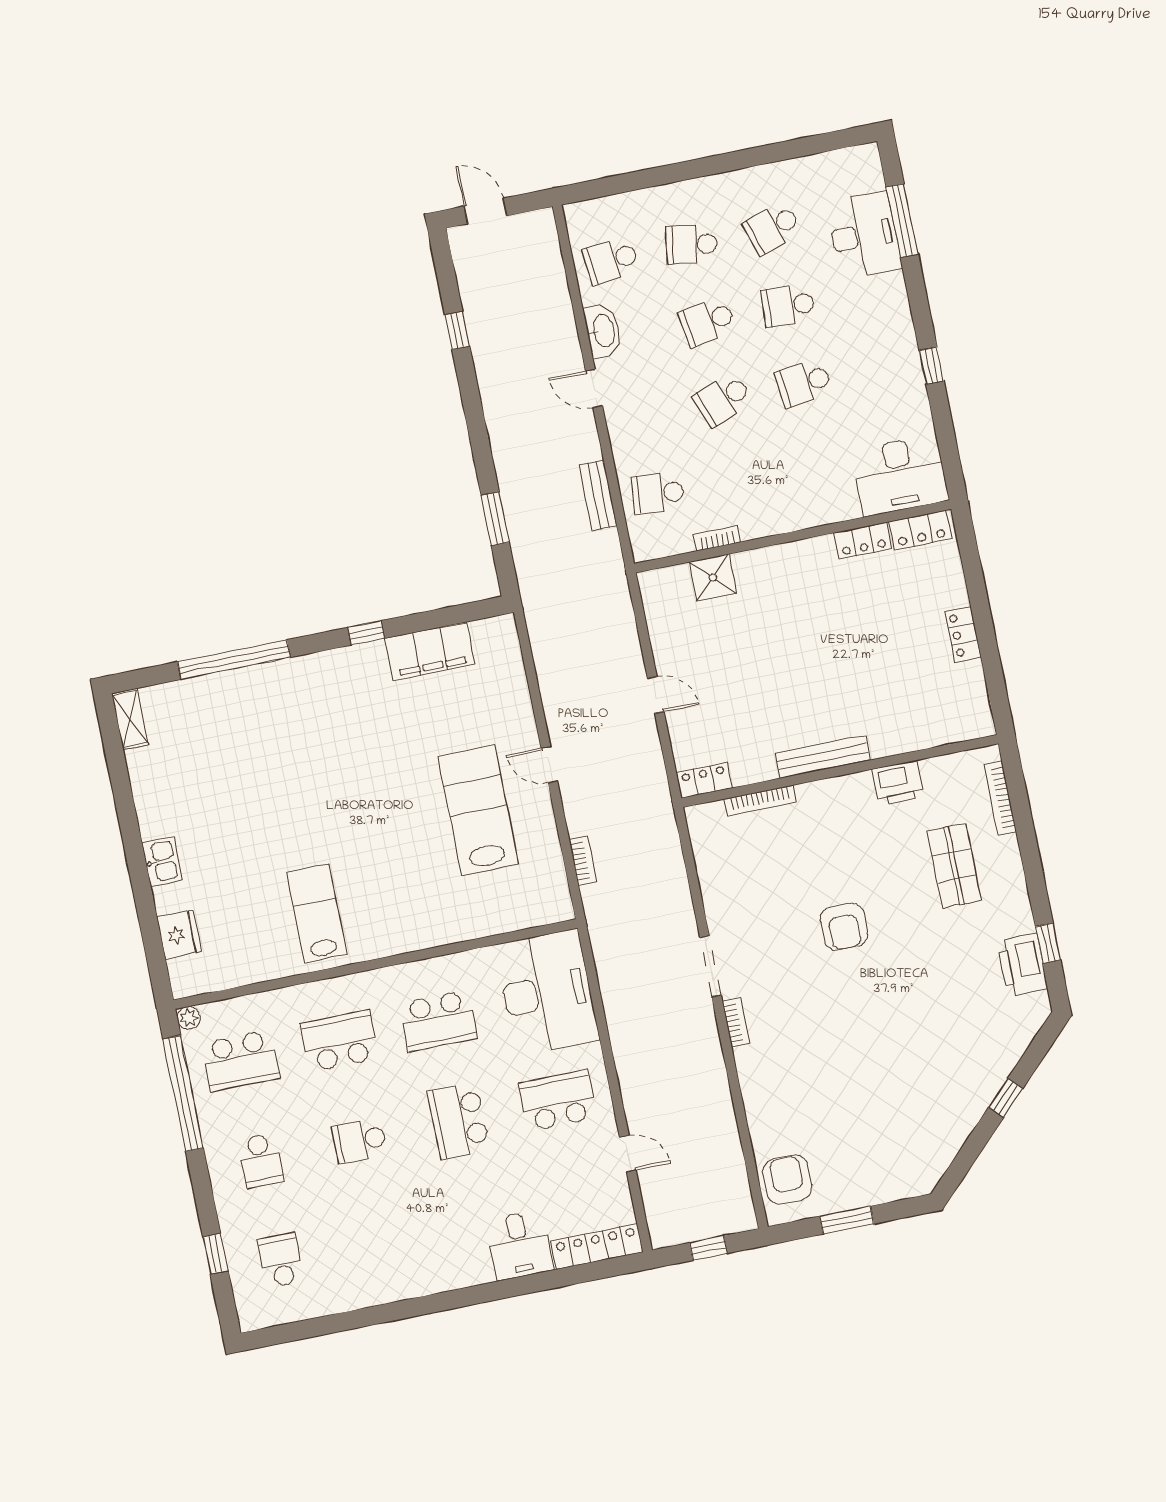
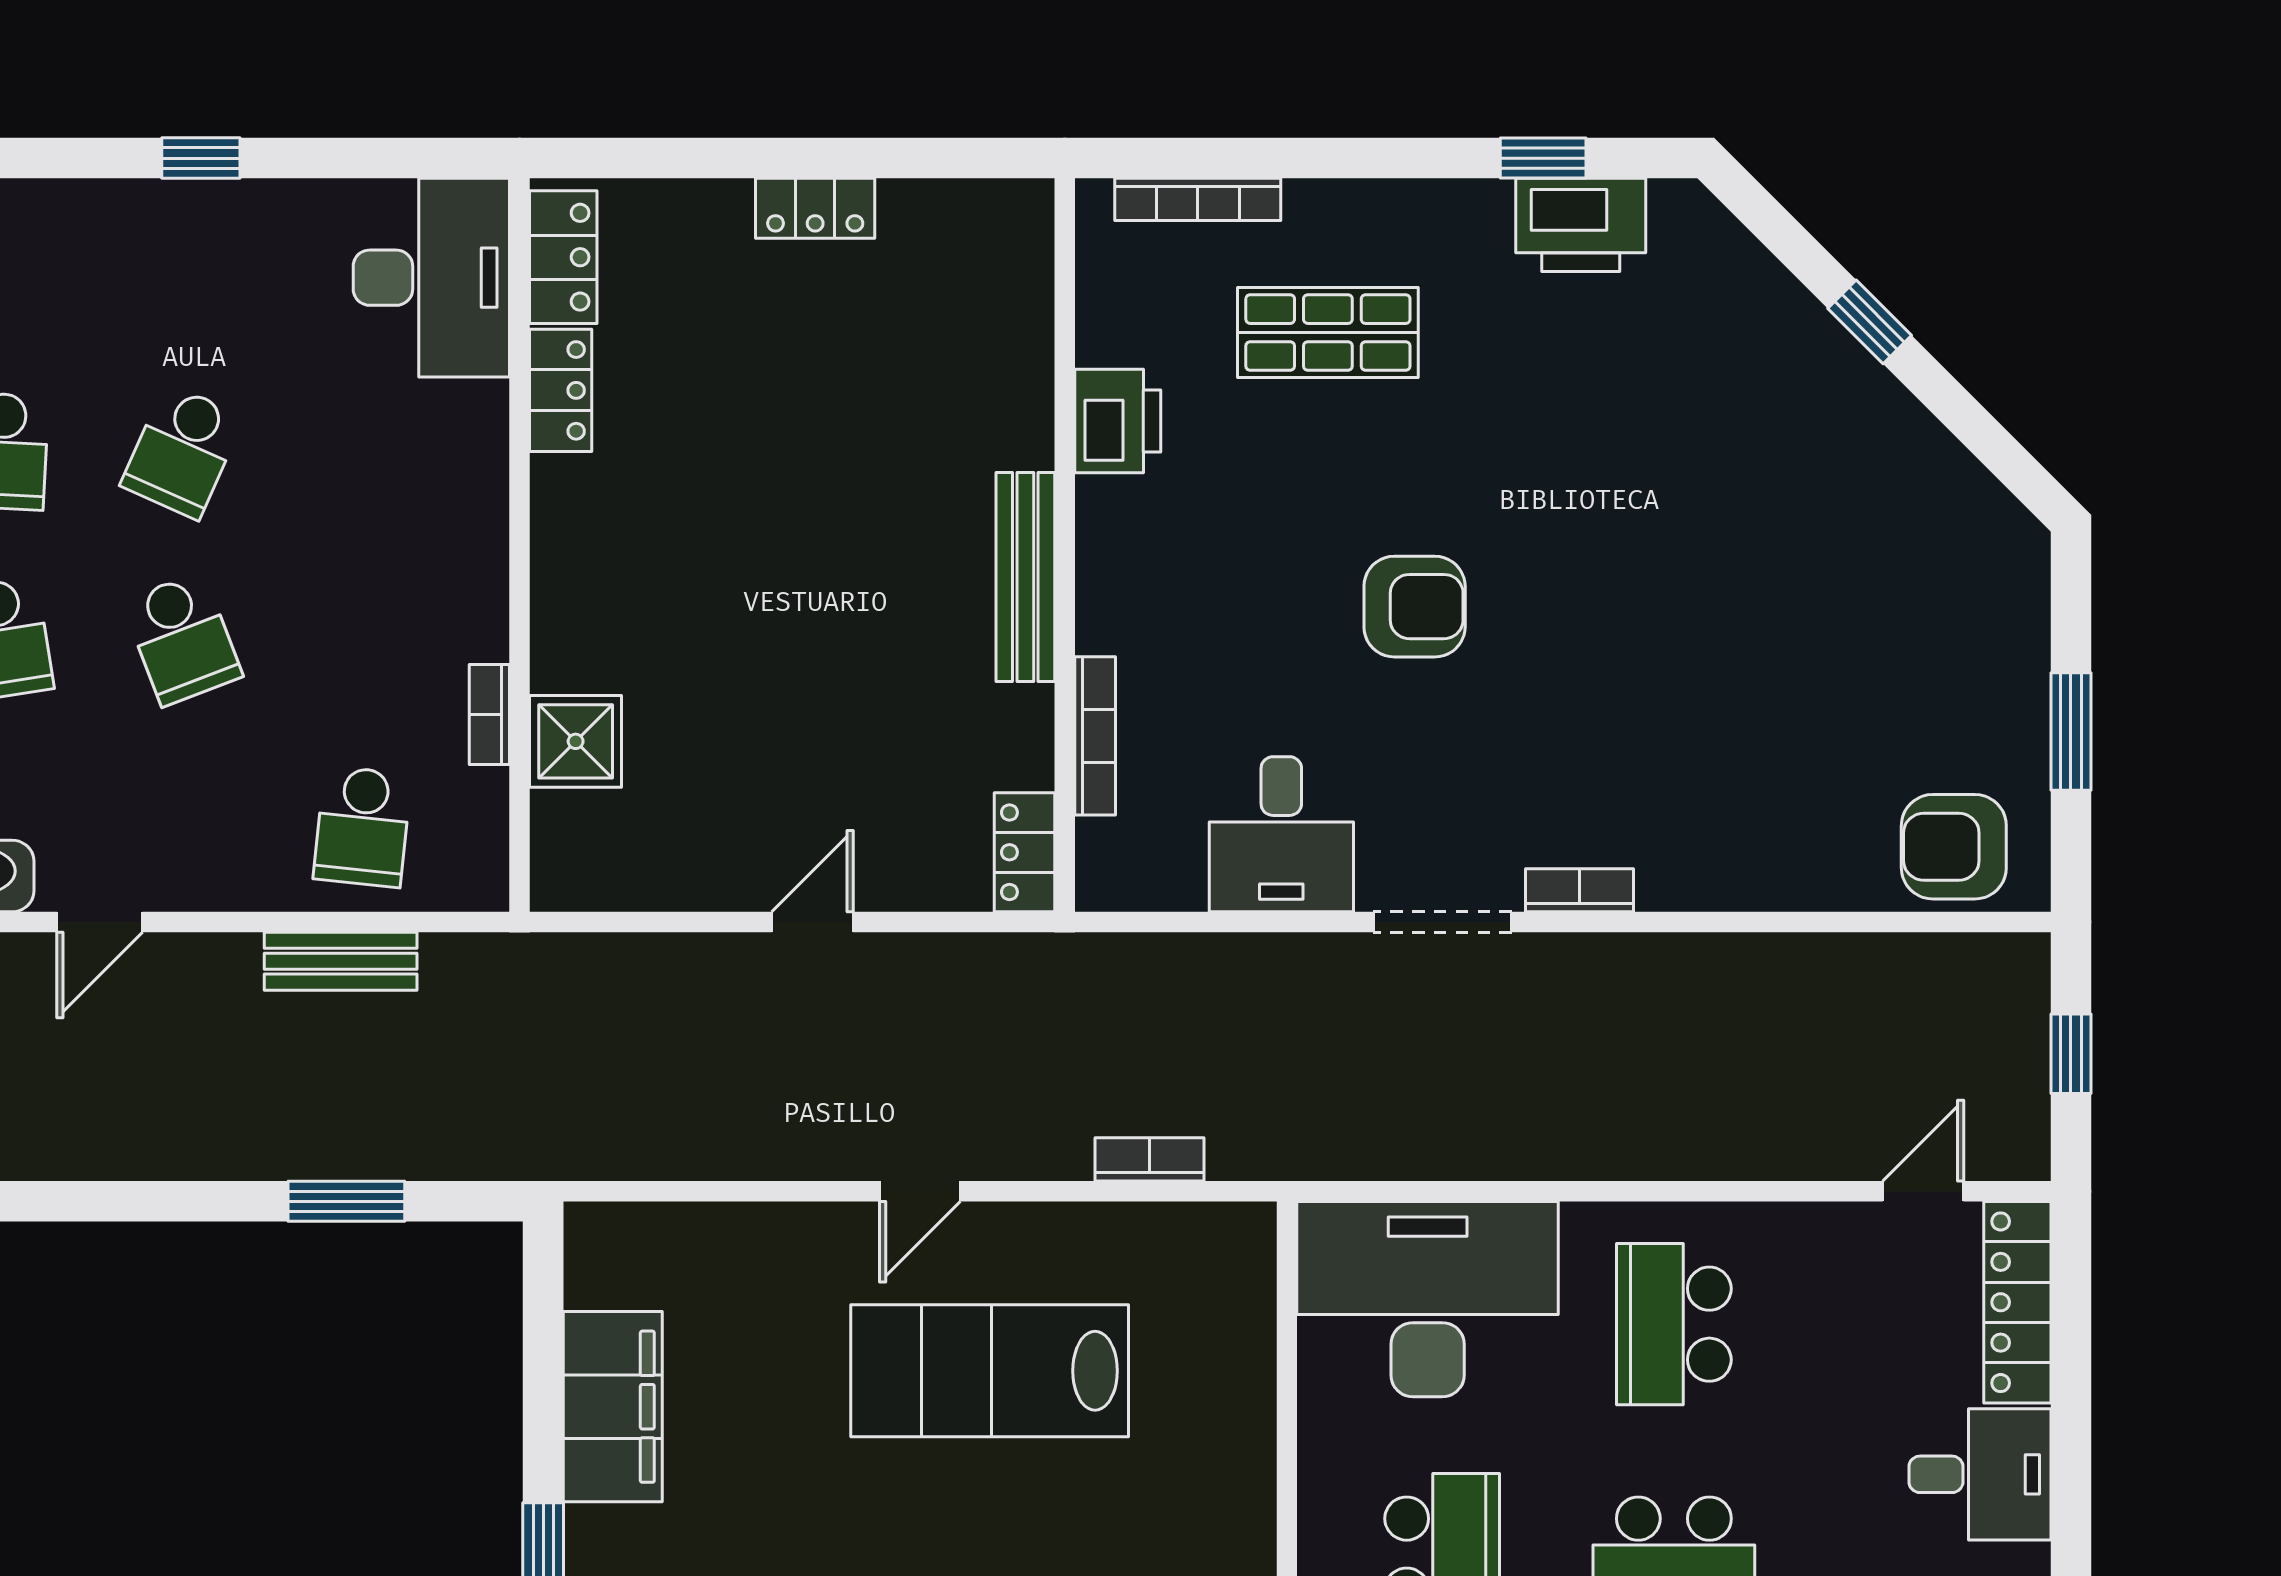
school desk: (804, 383) -> (182, 451), turned 30
desk: (734, 889) -> (1281, 834), added
door: (628, 1154) -> (1923, 1191), moved

